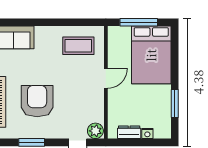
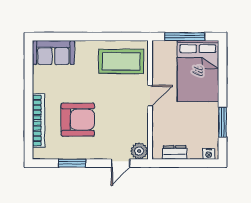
coffee table: (78, 46) -> (121, 61), width x1.36, depth x1.32
armchair: (37, 101) -> (78, 120), turned 90
nightstand: (147, 134) -> (209, 154), moved

